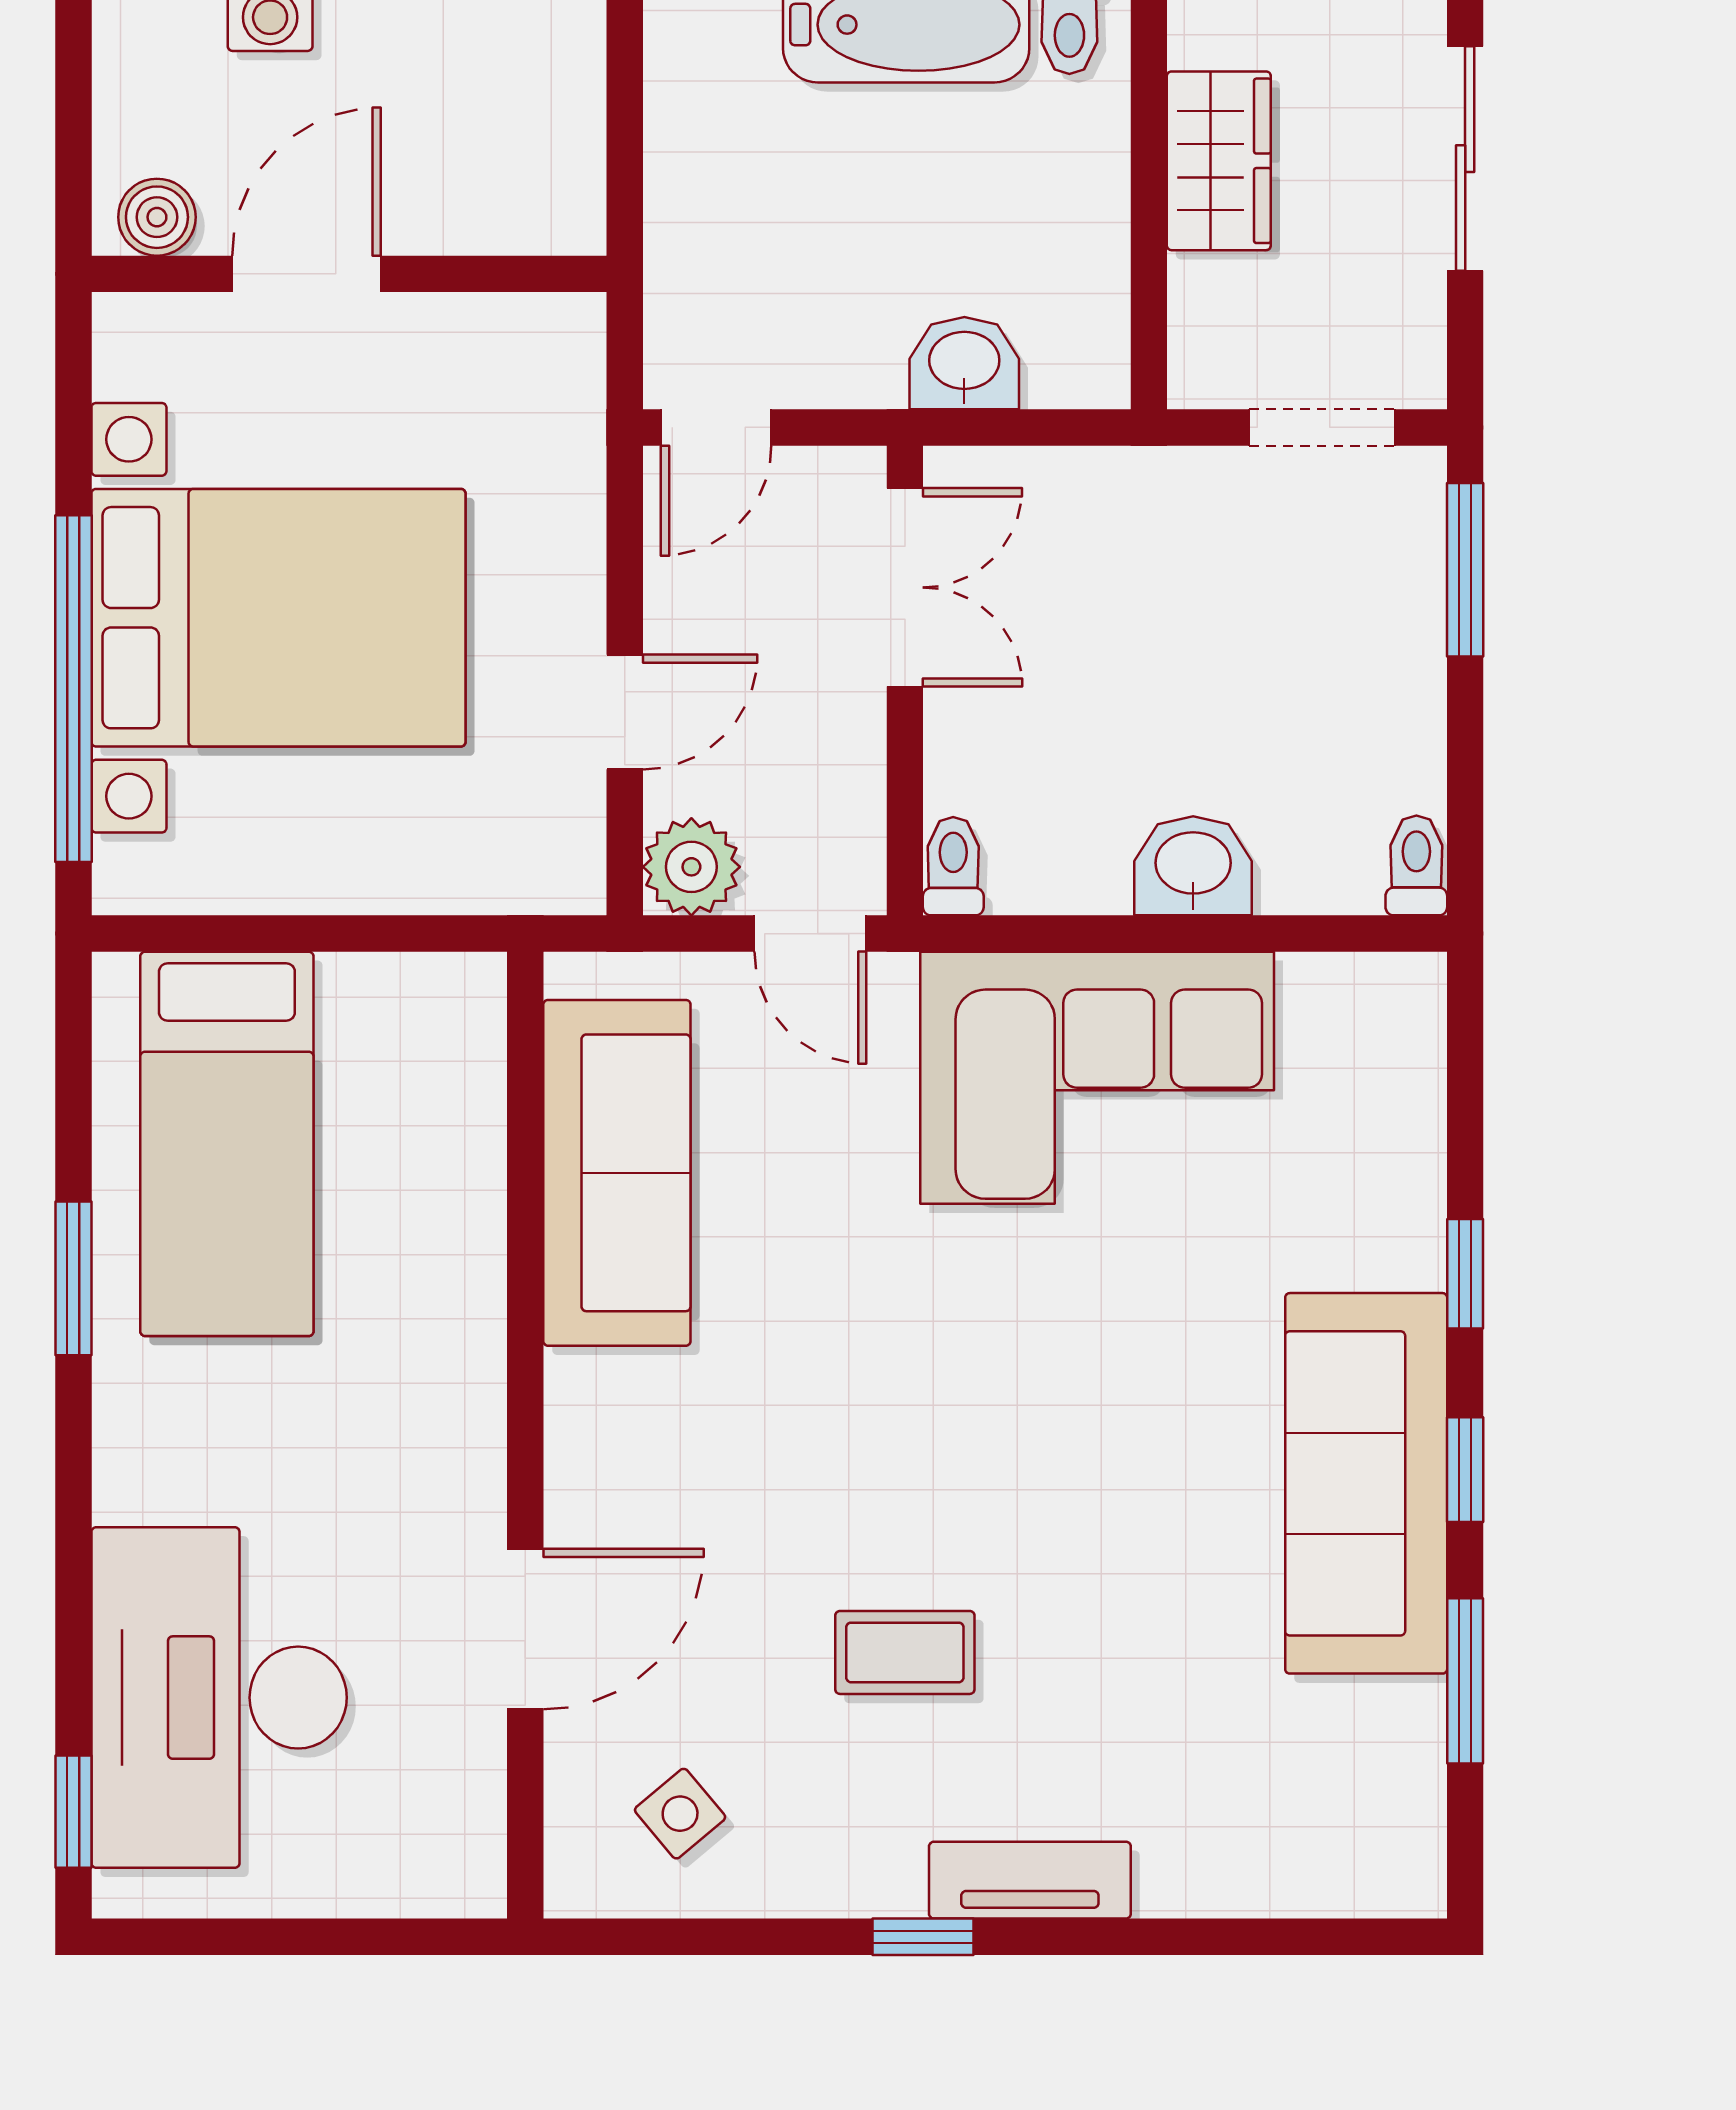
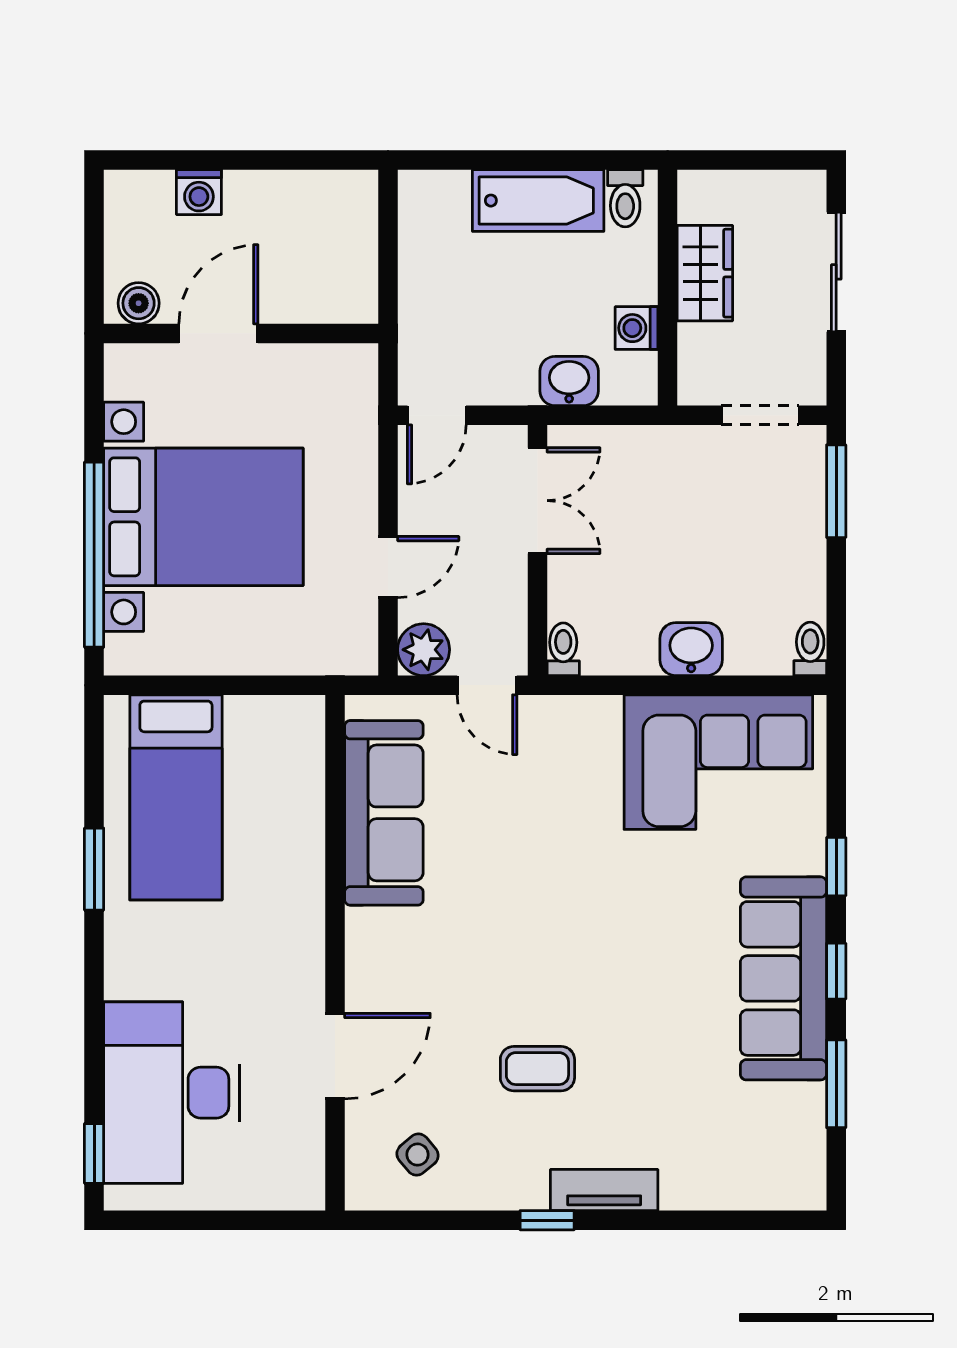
washing machine: (1091, 264) -> (637, 328), added
corner sofa: (1097, 1078) -> (718, 762), moved

